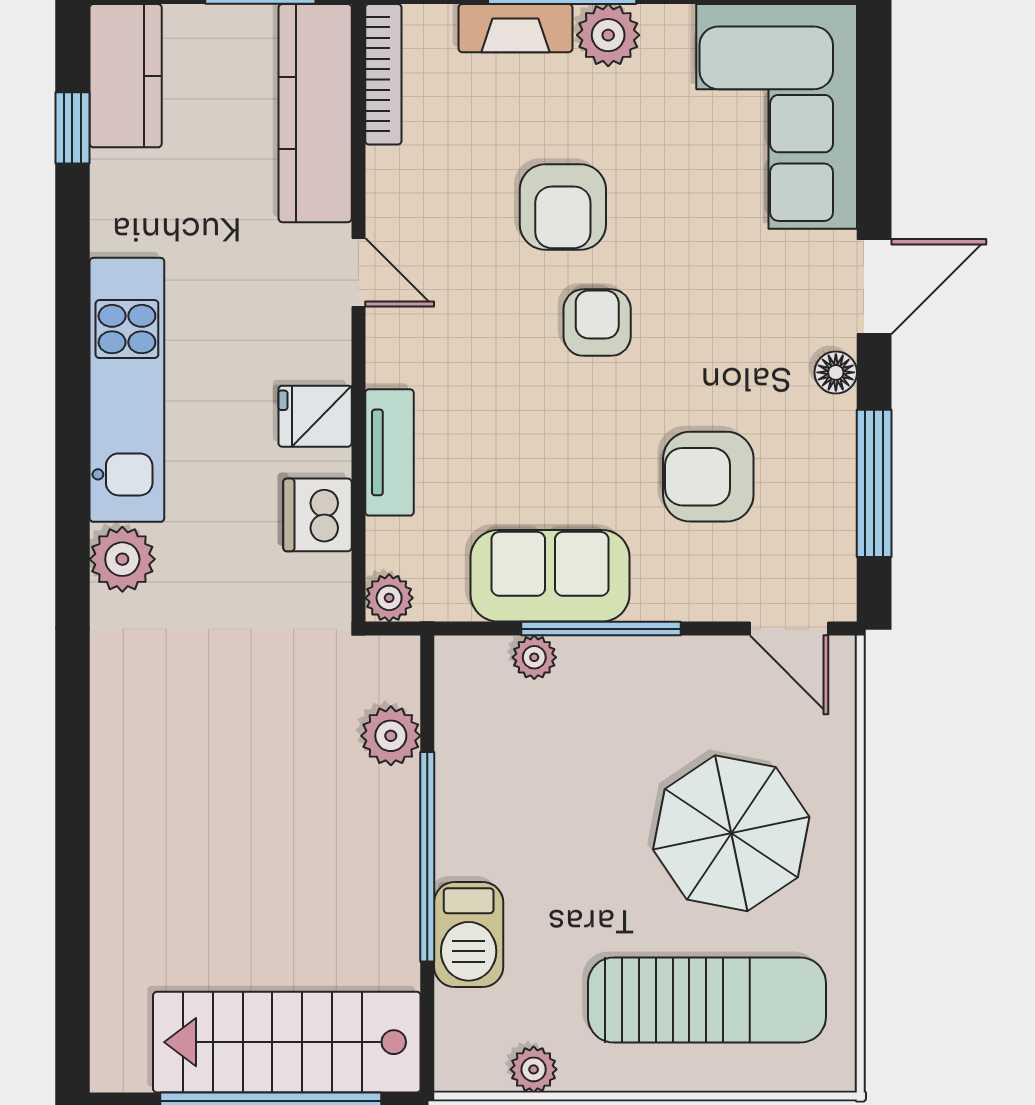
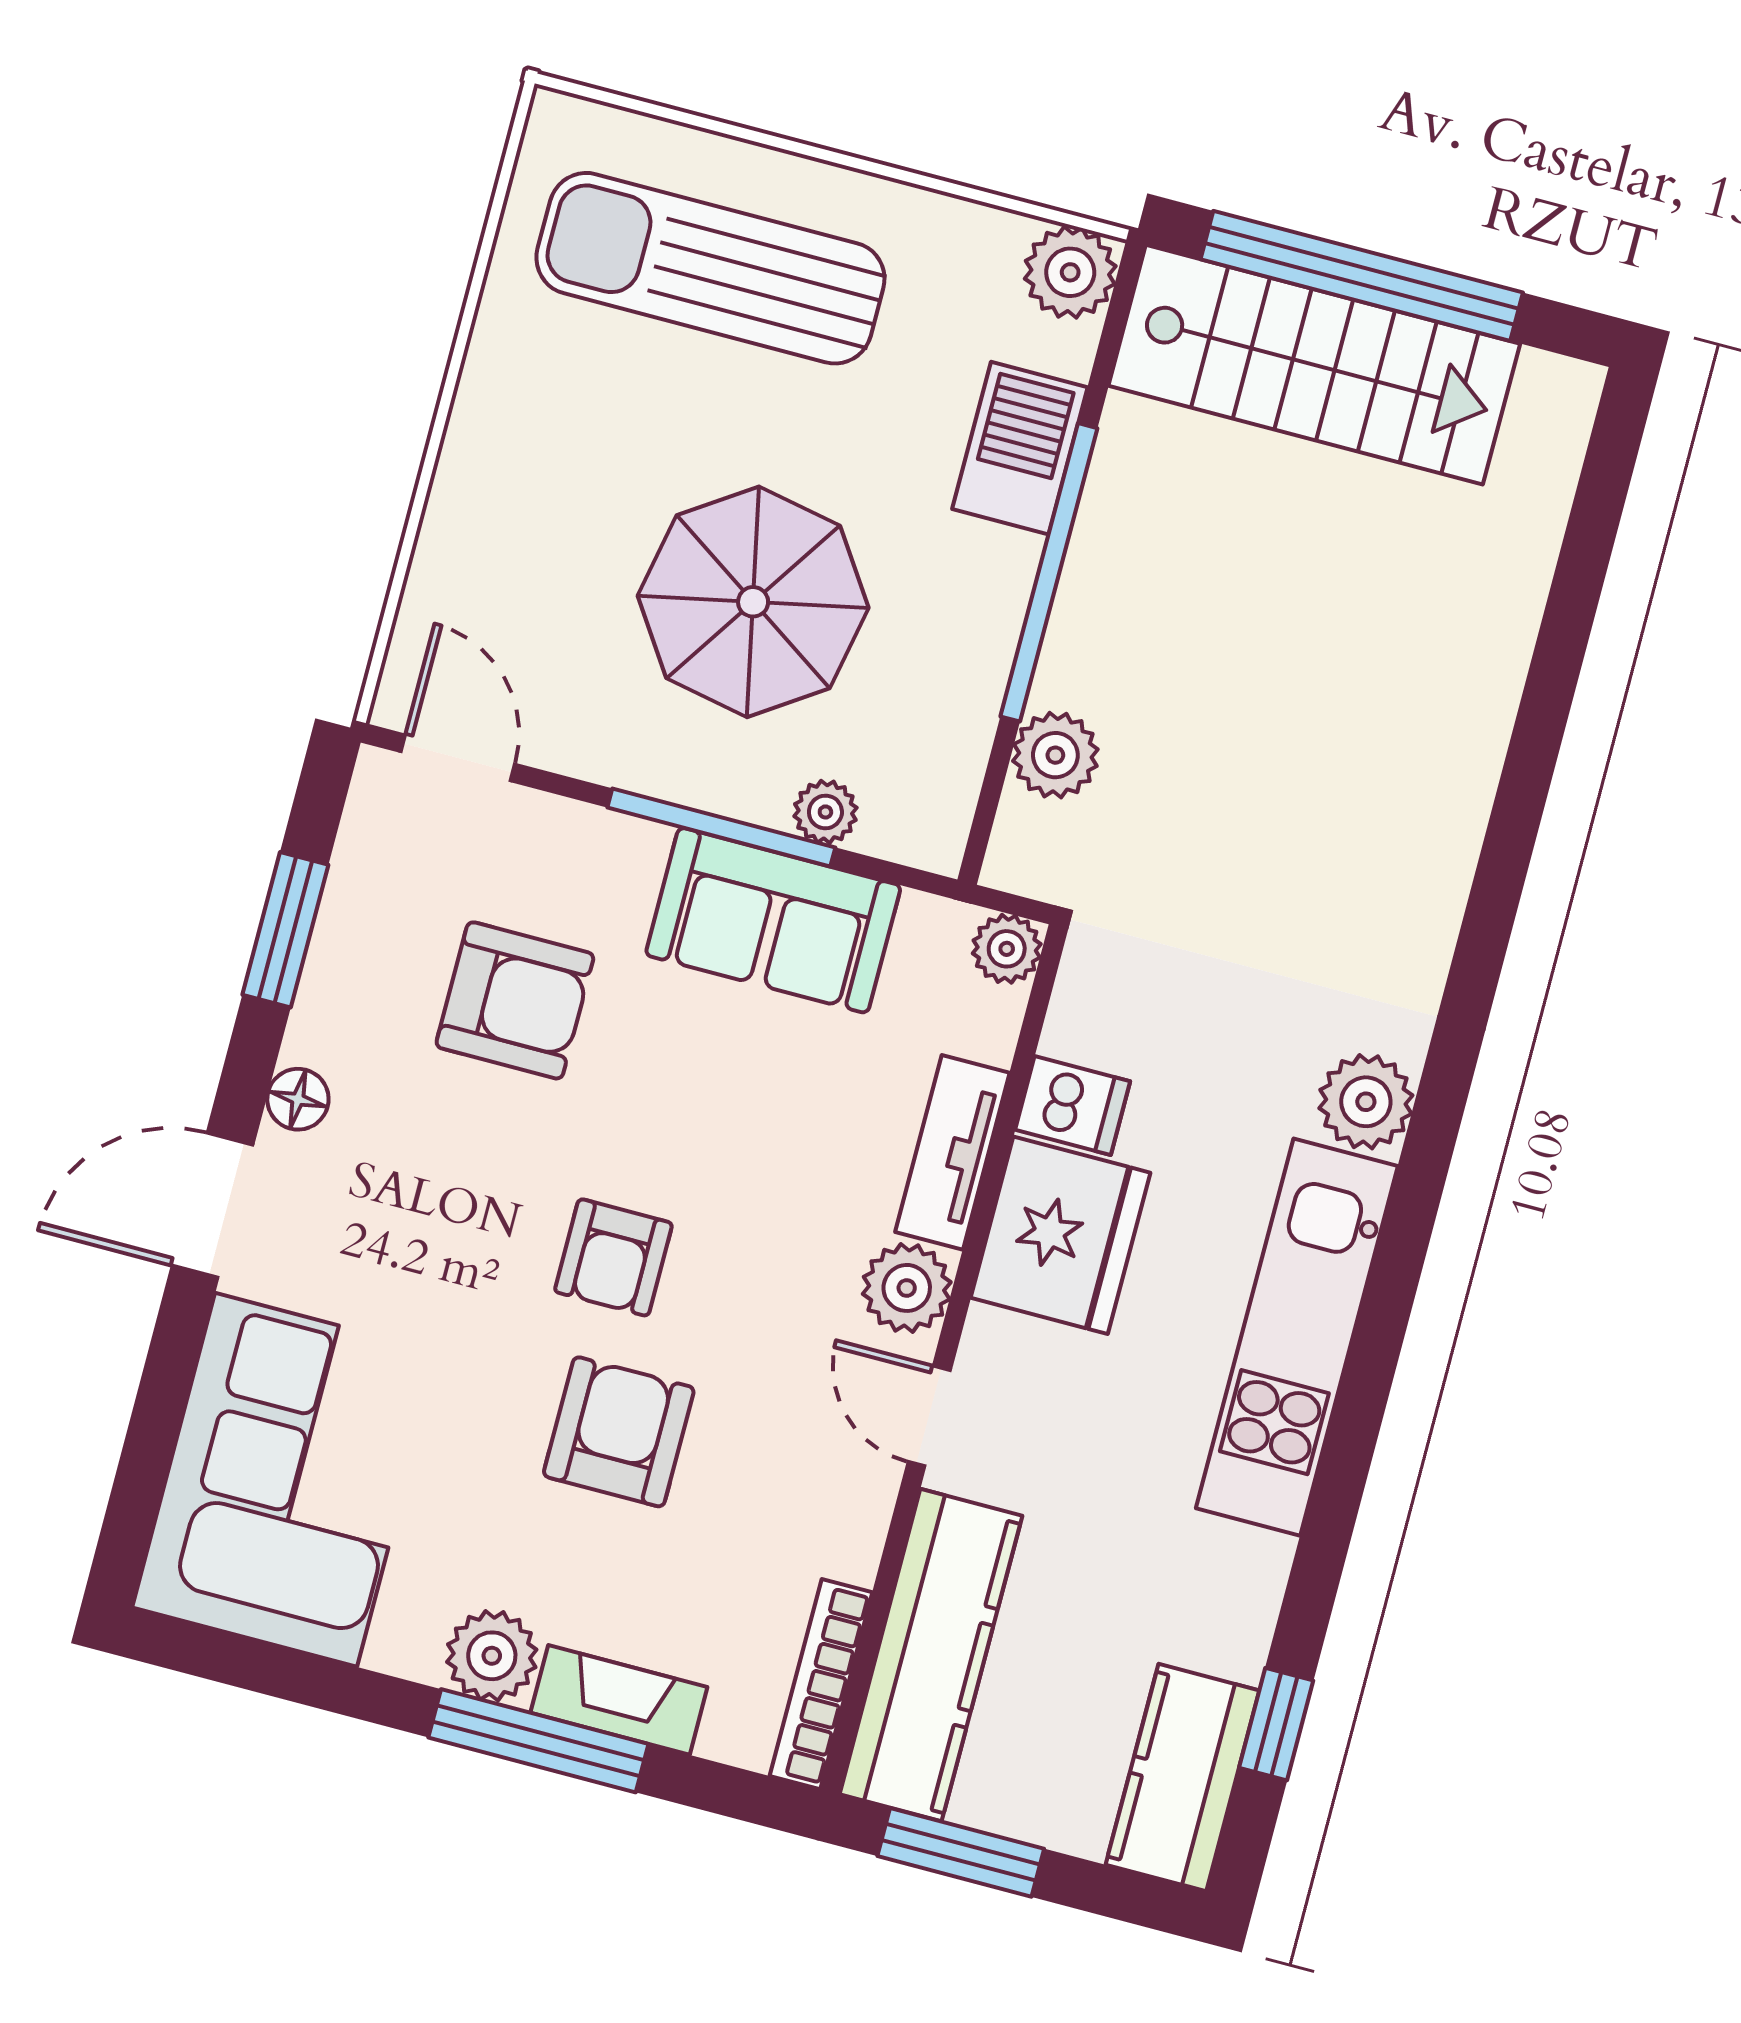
plant: (396, 354) -> (907, 1288), added
fridge: (315, 416) -> (1060, 1235), width x1.88, depth x1.34
window: (874, 483) -> (285, 930), width x0.69
dishwasher: (317, 515) -> (1073, 1106), width x0.73
parasol: (731, 833) -> (753, 602), moved
plant: (534, 1069) -> (1070, 272), moved, width x1.38, depth x1.38

